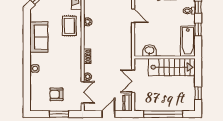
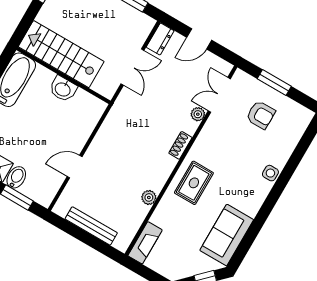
door: (133, 16) -> (75, 167), hinge flipped
rug: (69, 26) -> (194, 183), moved
sofa: (39, 37) -> (227, 235), moved
washbasin: (150, 51) -> (63, 89), moved

